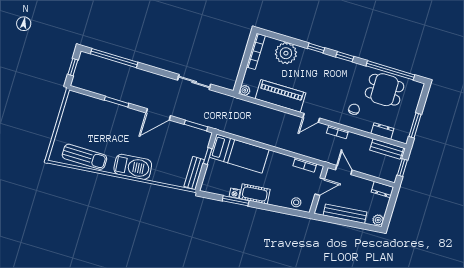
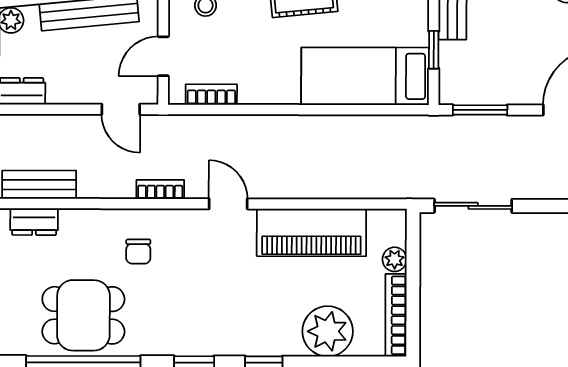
sliding door: (194, 82) -> (473, 206), moved
plant: (245, 90) -> (395, 259), moved
door: (311, 118) -> (228, 204), hinge flipped
dresser: (382, 131) -> (34, 222), moved

